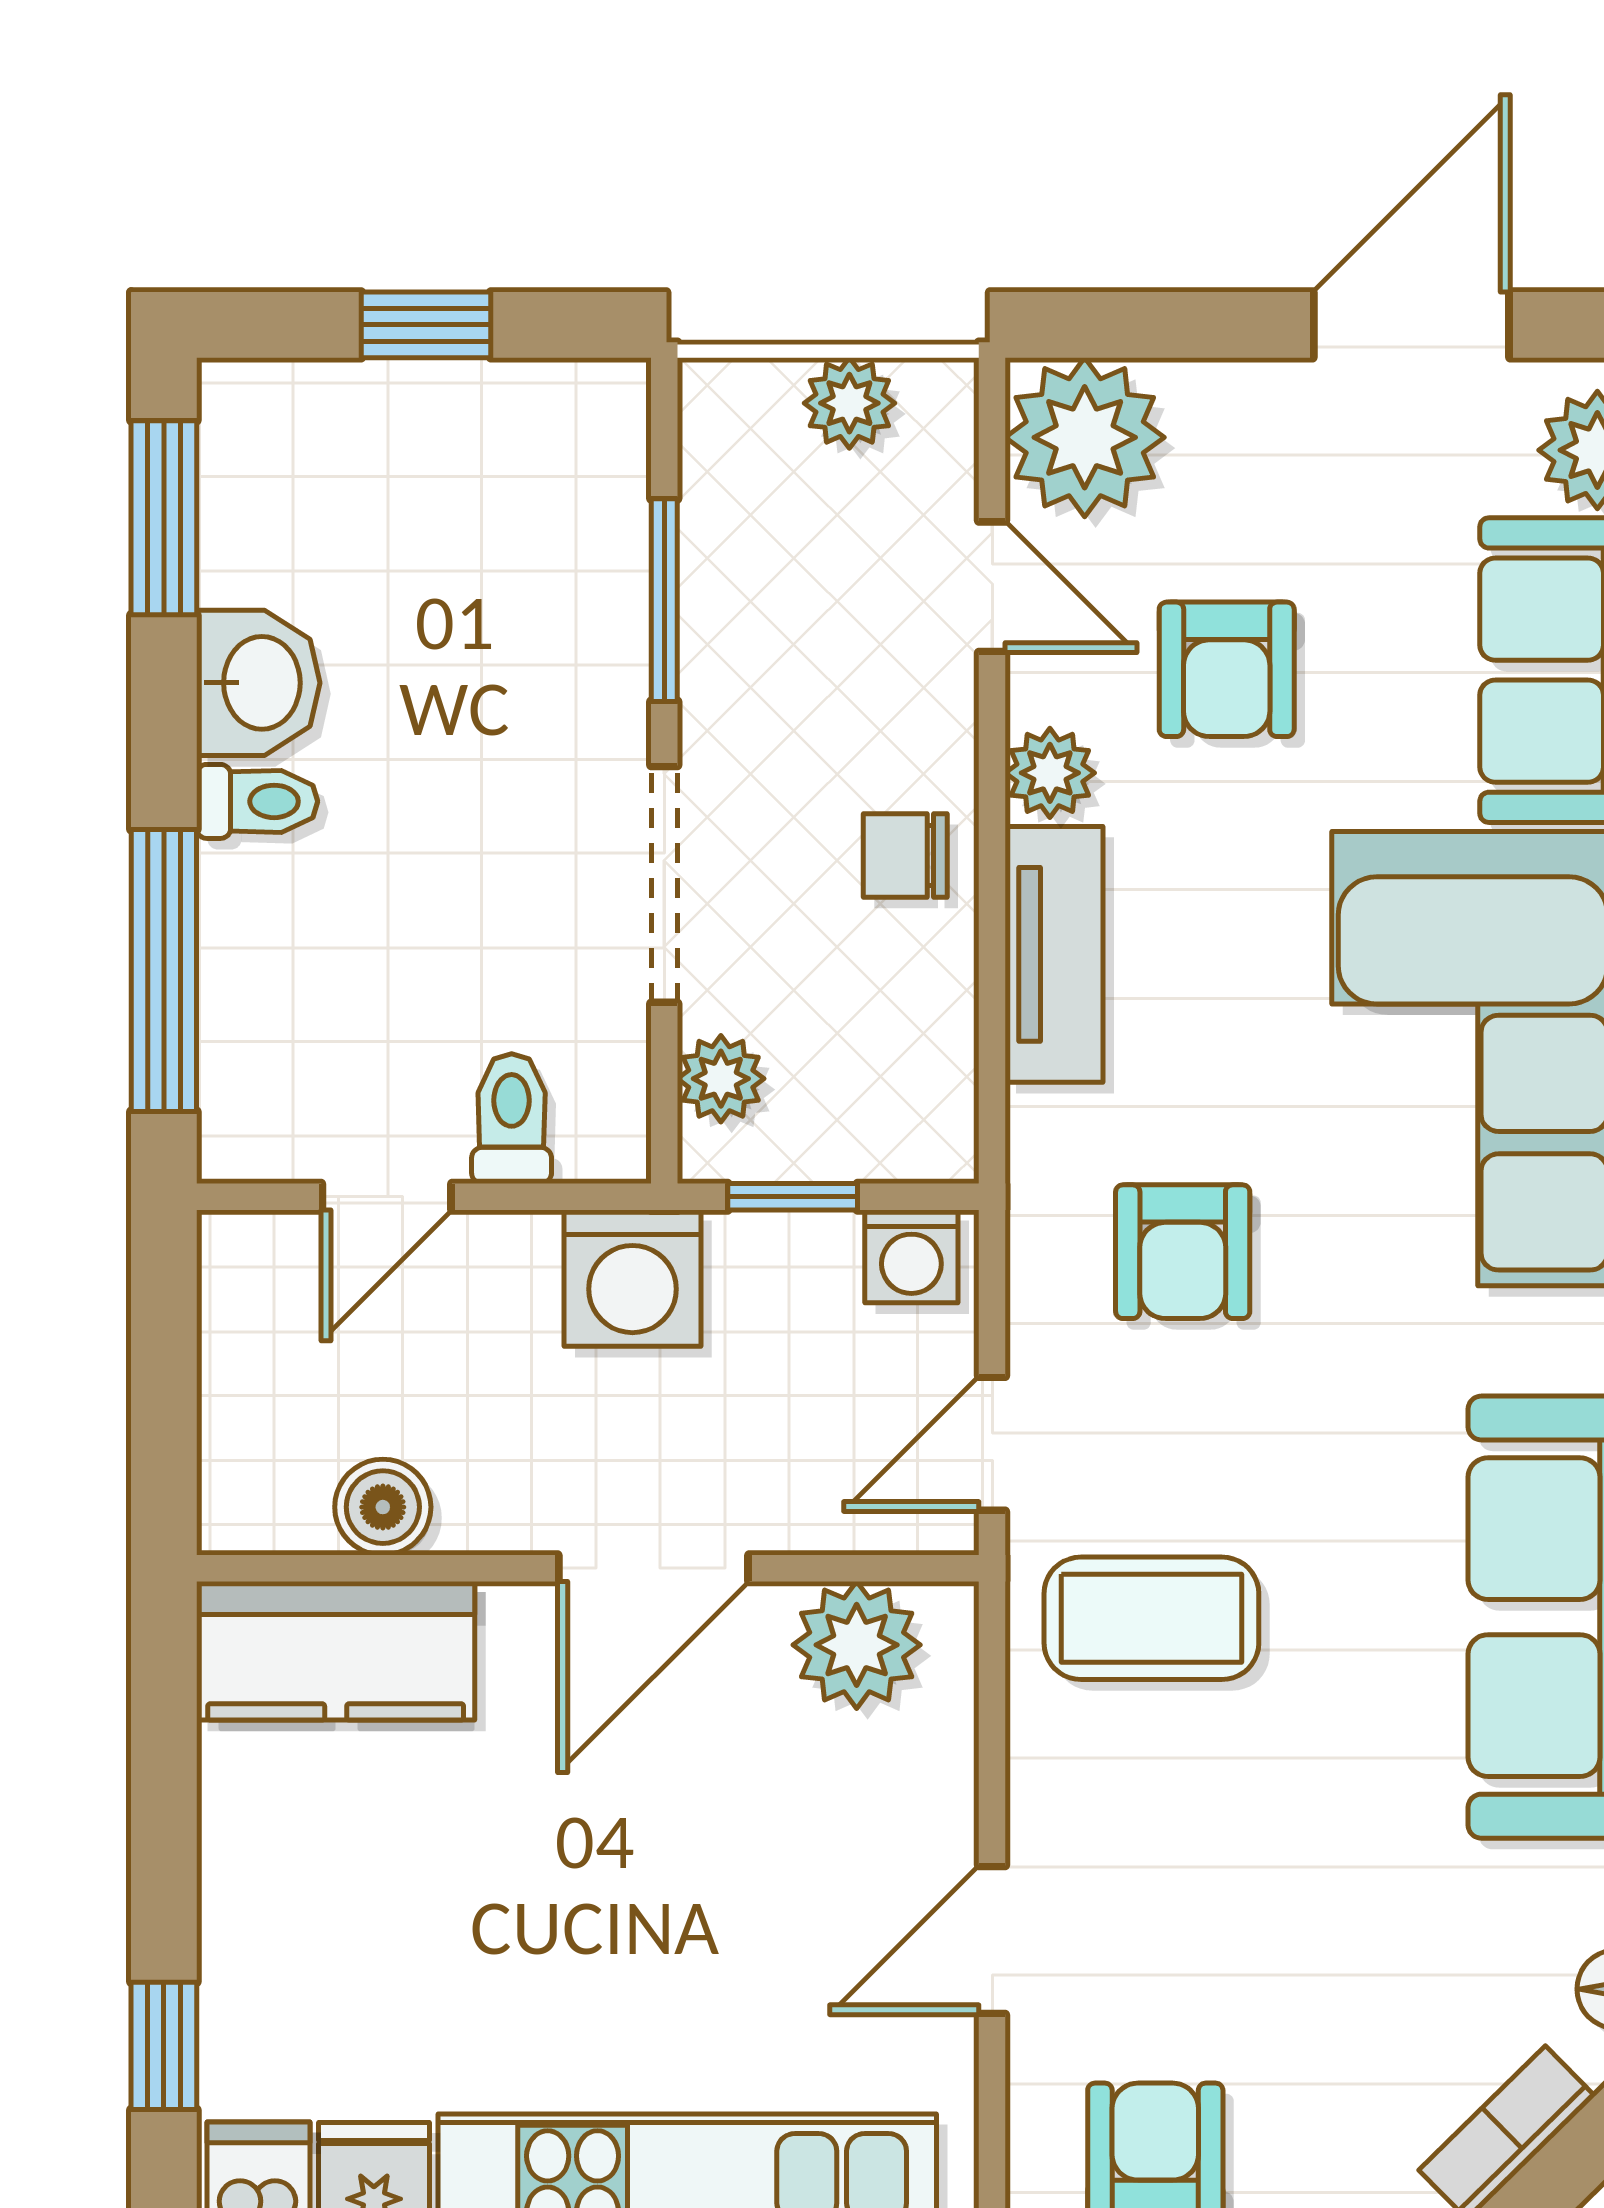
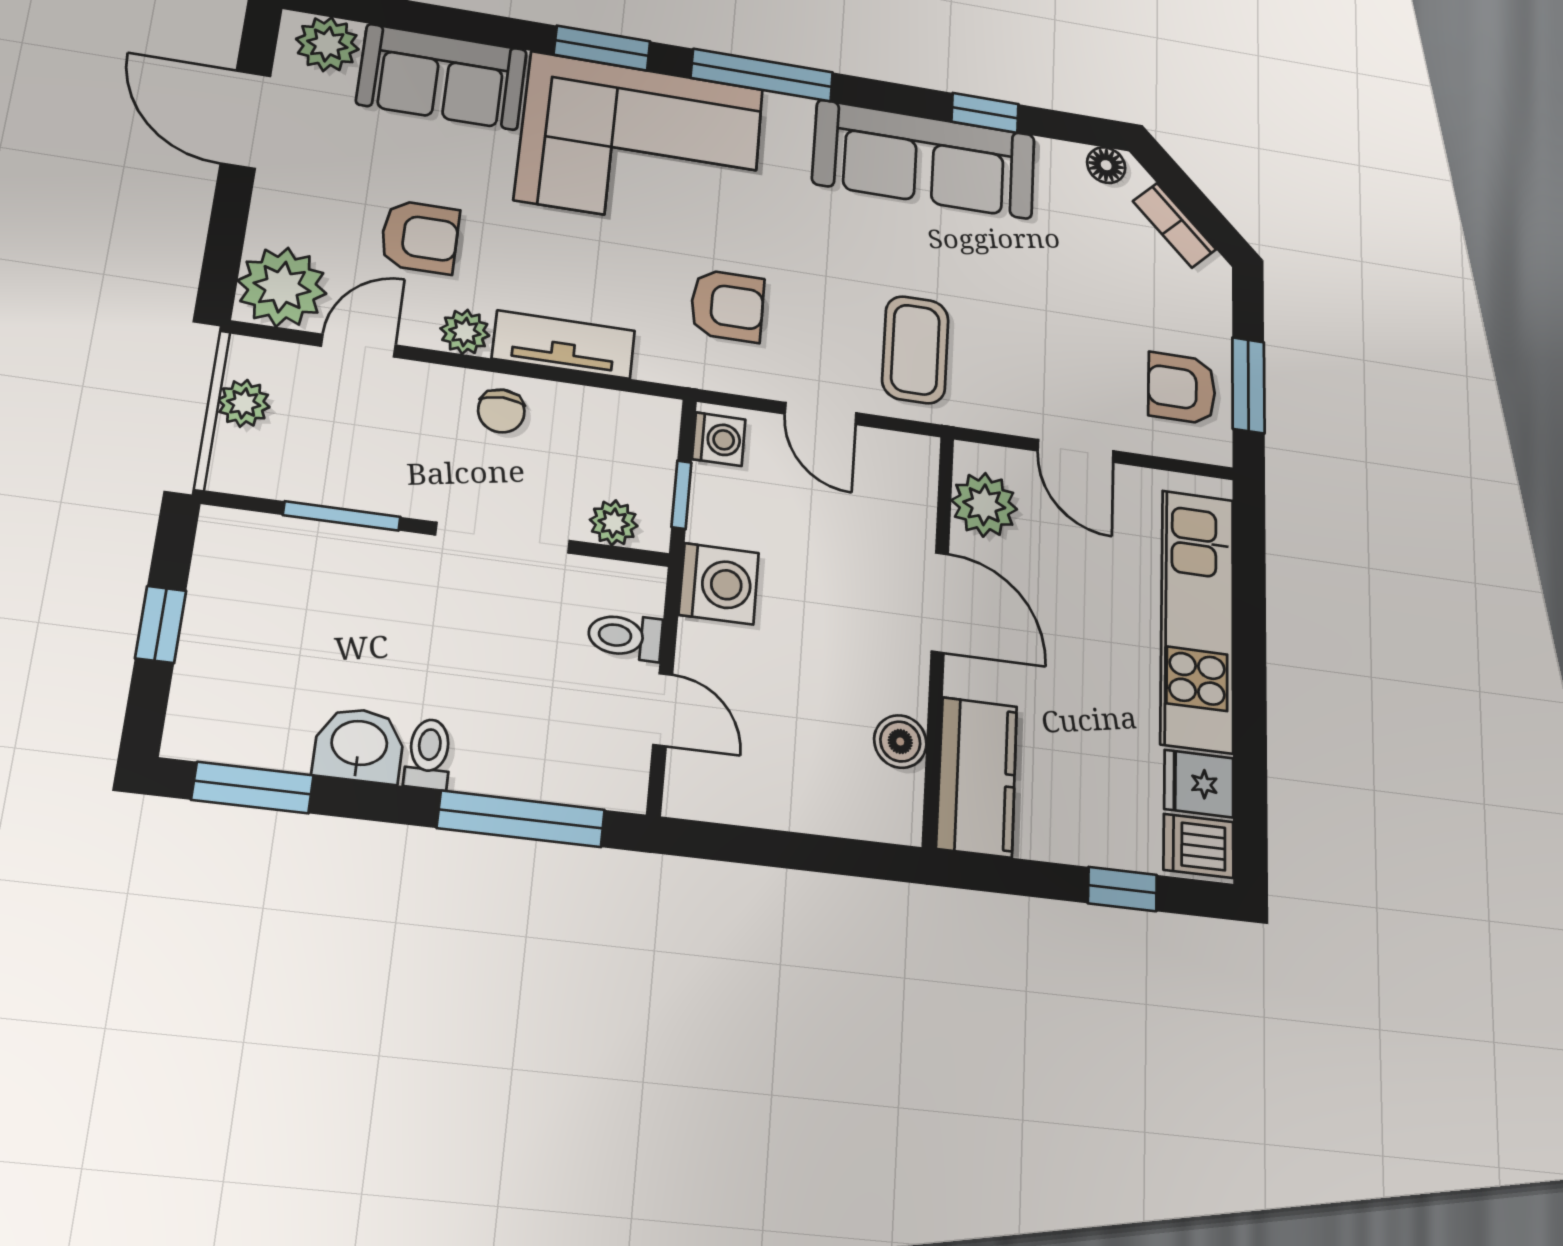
boiler: (383, 1507) -> (900, 742), moved
wall: (588, 1568) -> (938, 637), moved
door: (653, 1568) -> (940, 602), moved
plant: (857, 1645) -> (984, 505), moved
kitchen counter: (336, 1651) -> (977, 777), moved

